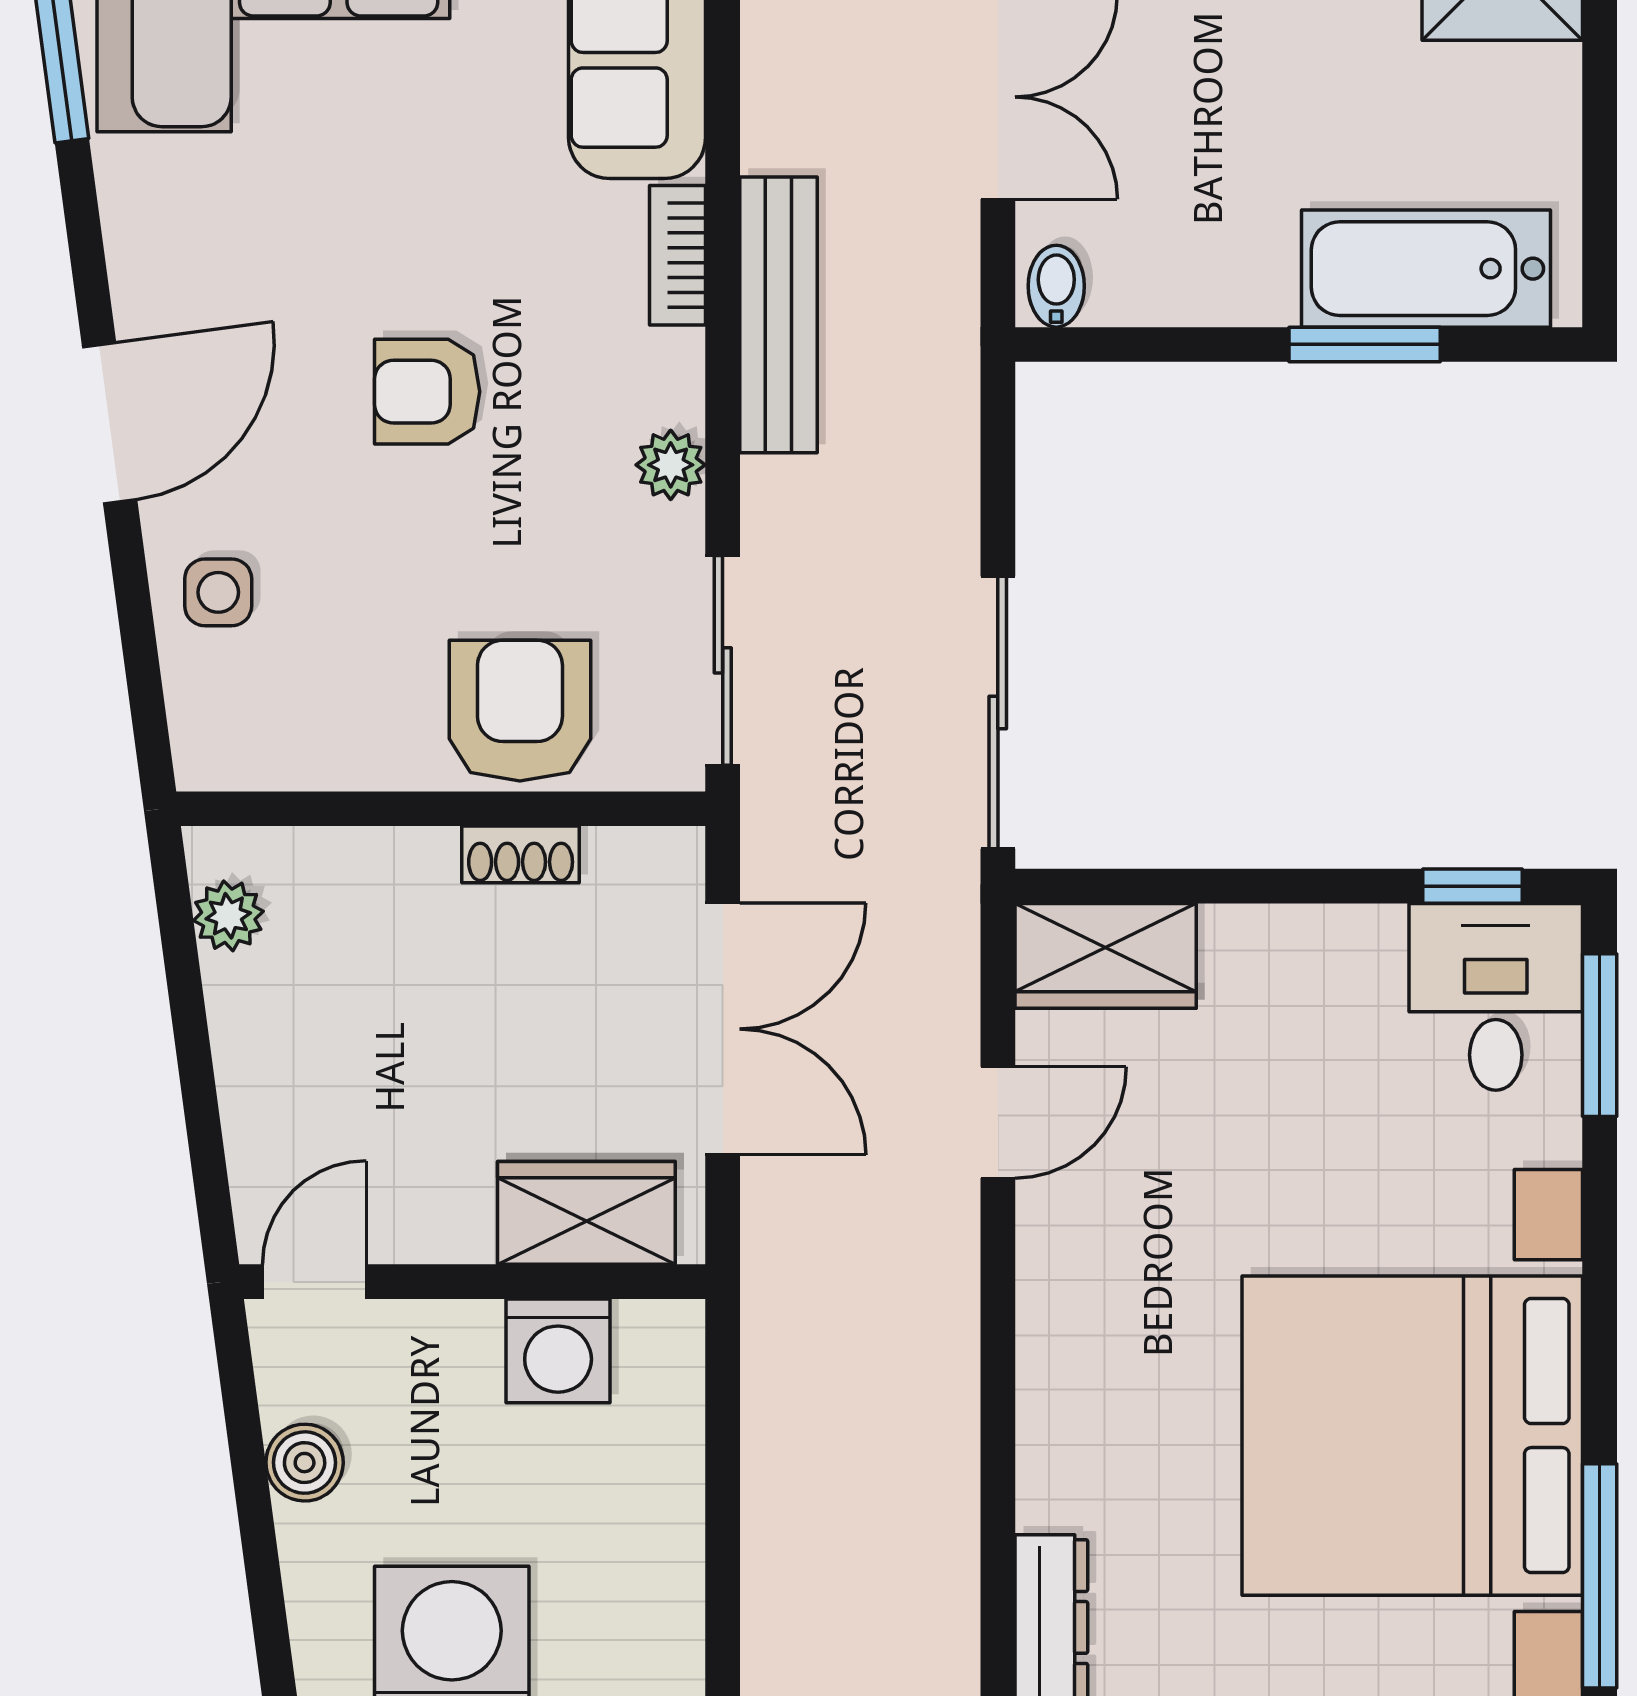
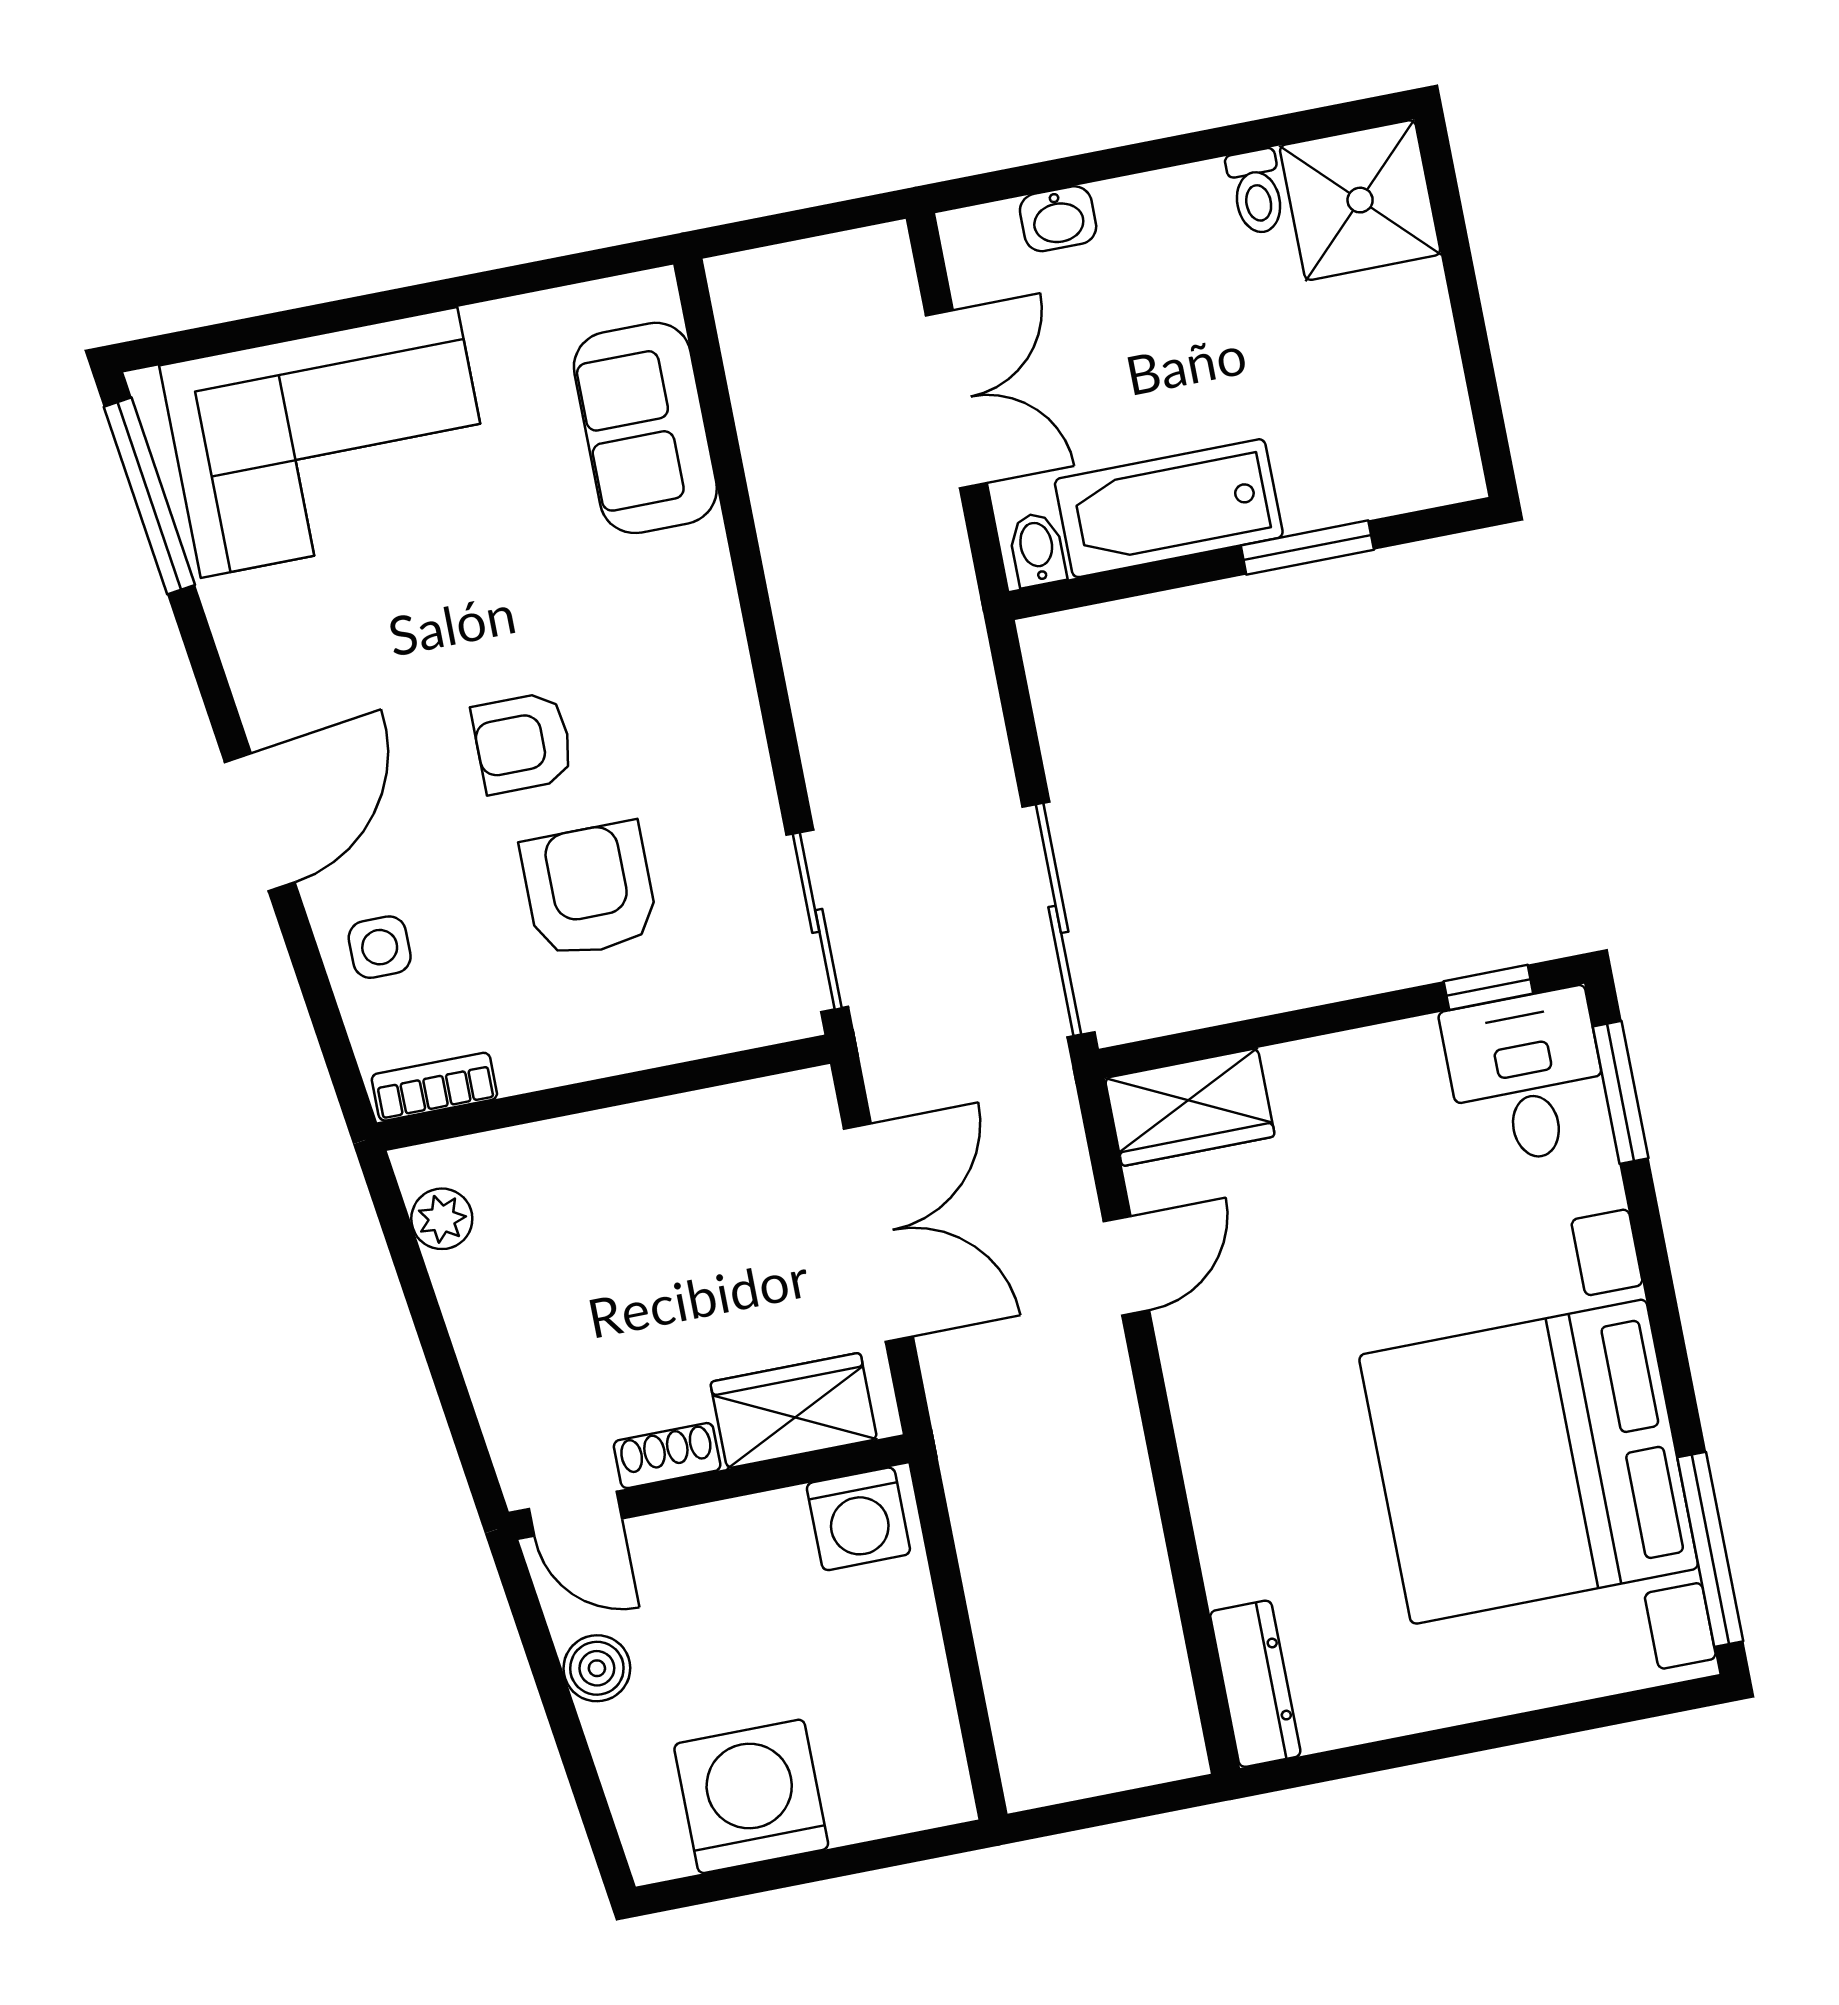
bookcase: (678, 255) -> (434, 1087), moved, turned 90
bathtub: (1426, 269) -> (1169, 508), moved
bench: (778, 315) -> (807, 620), removed
plant: (671, 465) -> (741, 764), removed
armchair: (520, 711) -> (589, 890), moved
shoe rack: (521, 854) -> (667, 1456), moved, turned 180
door: (315, 1282) -> (575, 1514), swing flipped
washing machine: (558, 1351) -> (858, 1519), moved

